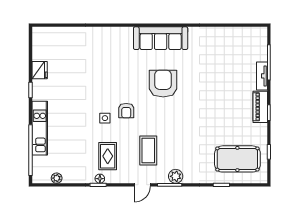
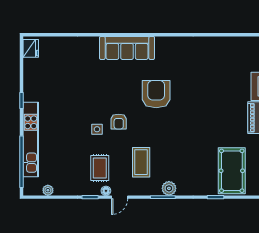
sofa: (161, 38) -> (127, 48), moved
fridge: (40, 70) -> (31, 48), moved
kitchen unit: (40, 128) -> (31, 139), width x1.36
pool table: (237, 159) -> (232, 171), turned 90
floor lamp: (100, 179) -> (106, 191), moved
door: (142, 185) -> (120, 197), moved

